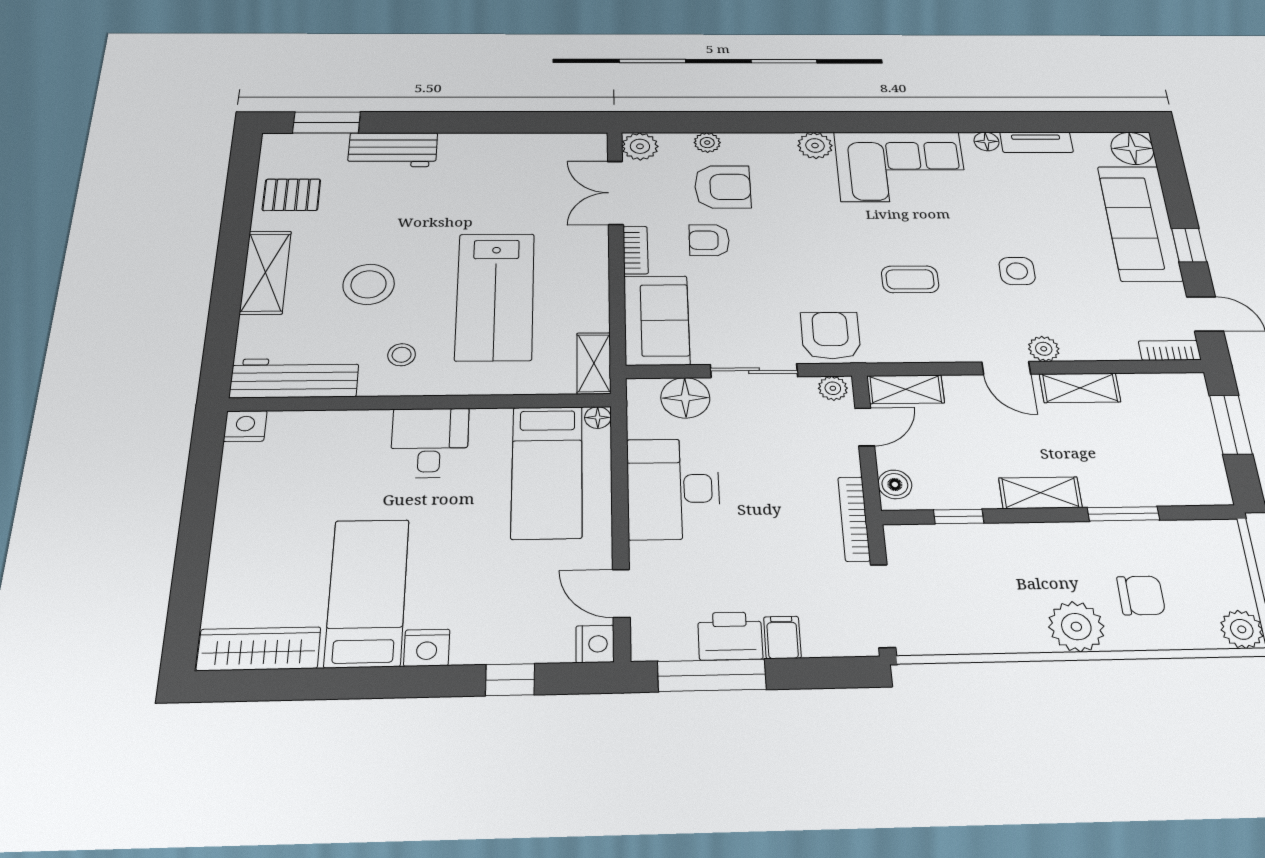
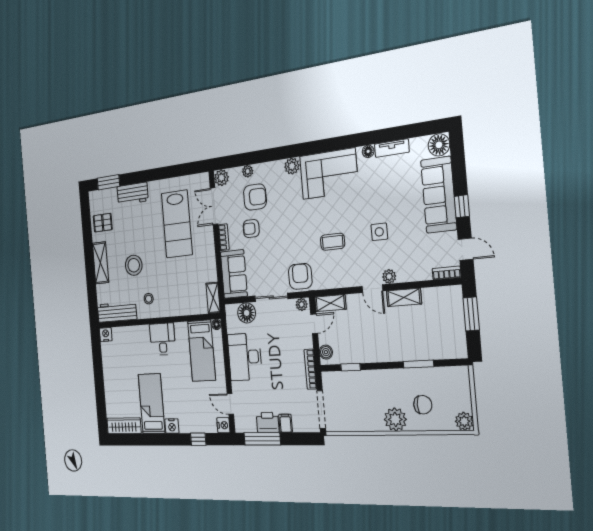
lab bench: (495, 296) -> (177, 224), moved
shelving: (1040, 493) -> (384, 354), removed

